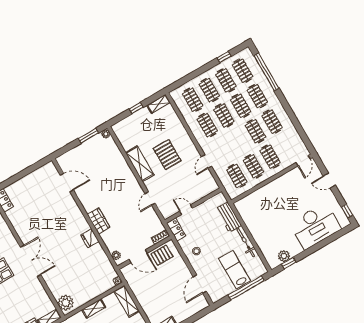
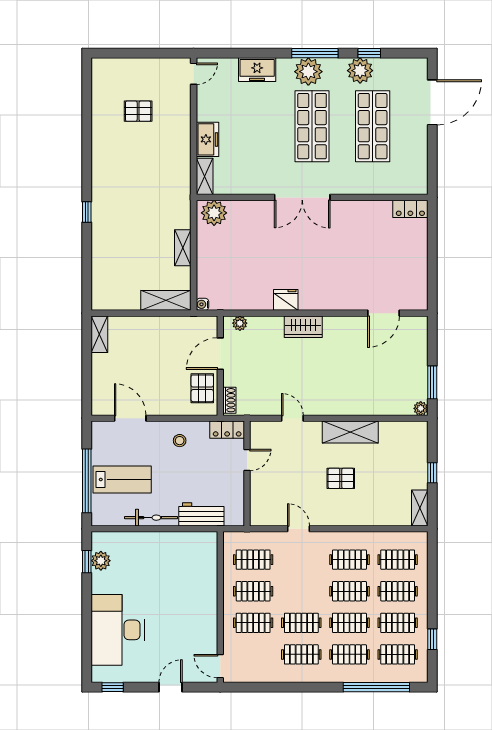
pallet: (167, 155) -> (341, 478), width x0.67, depth x0.71

